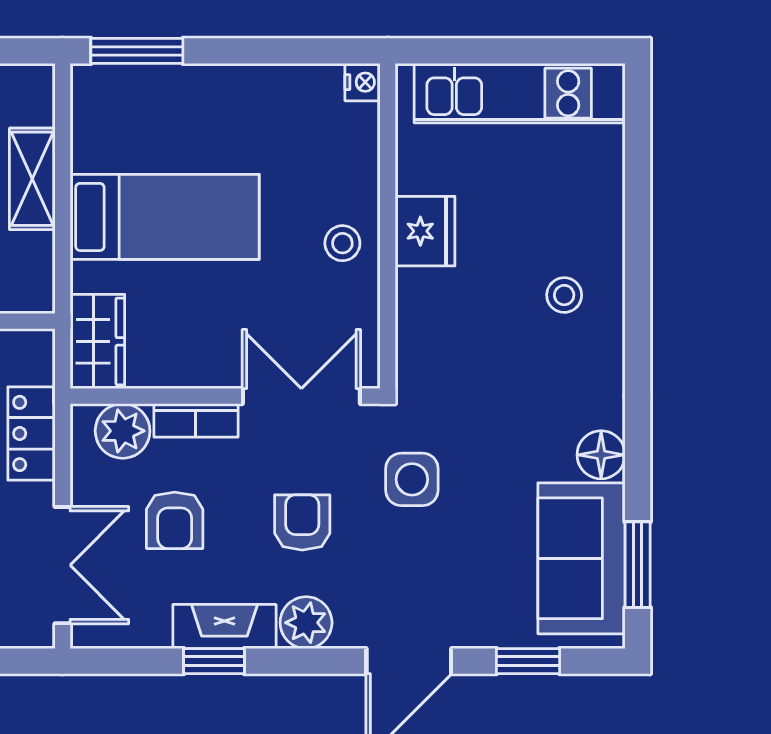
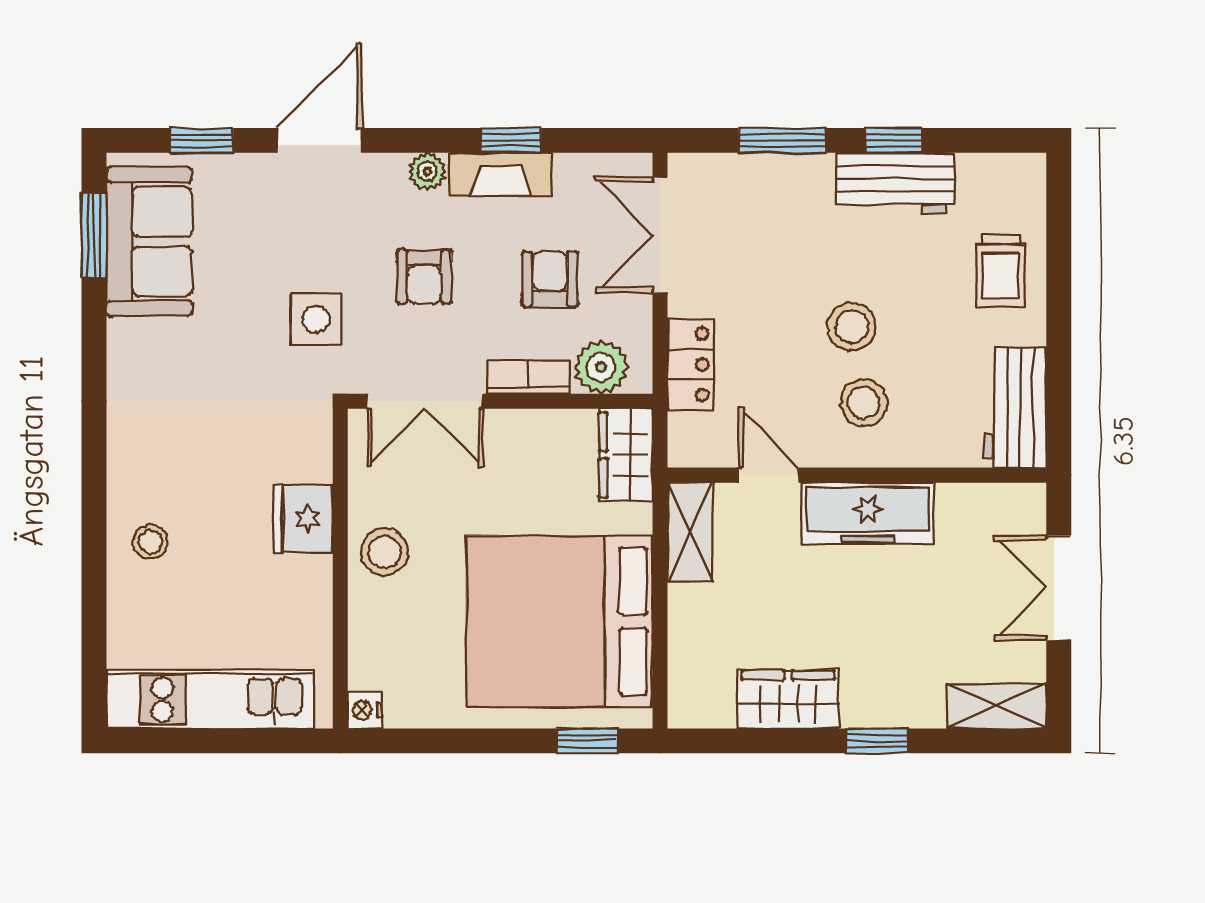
window: (137, 51) -> (587, 741), width x0.67
shelving: (32, 179) -> (690, 532), moved
bed: (165, 217) -> (560, 621), width x2.04
fridge: (425, 231) -> (303, 519), moved
stool: (342, 243) -> (385, 552), width x1.37, depth x1.37
stool: (564, 295) -> (150, 542), moved
floor lamp: (601, 455) -> (130, 343), removed
plant: (306, 623) -> (427, 171), width x0.73, depth x0.73

